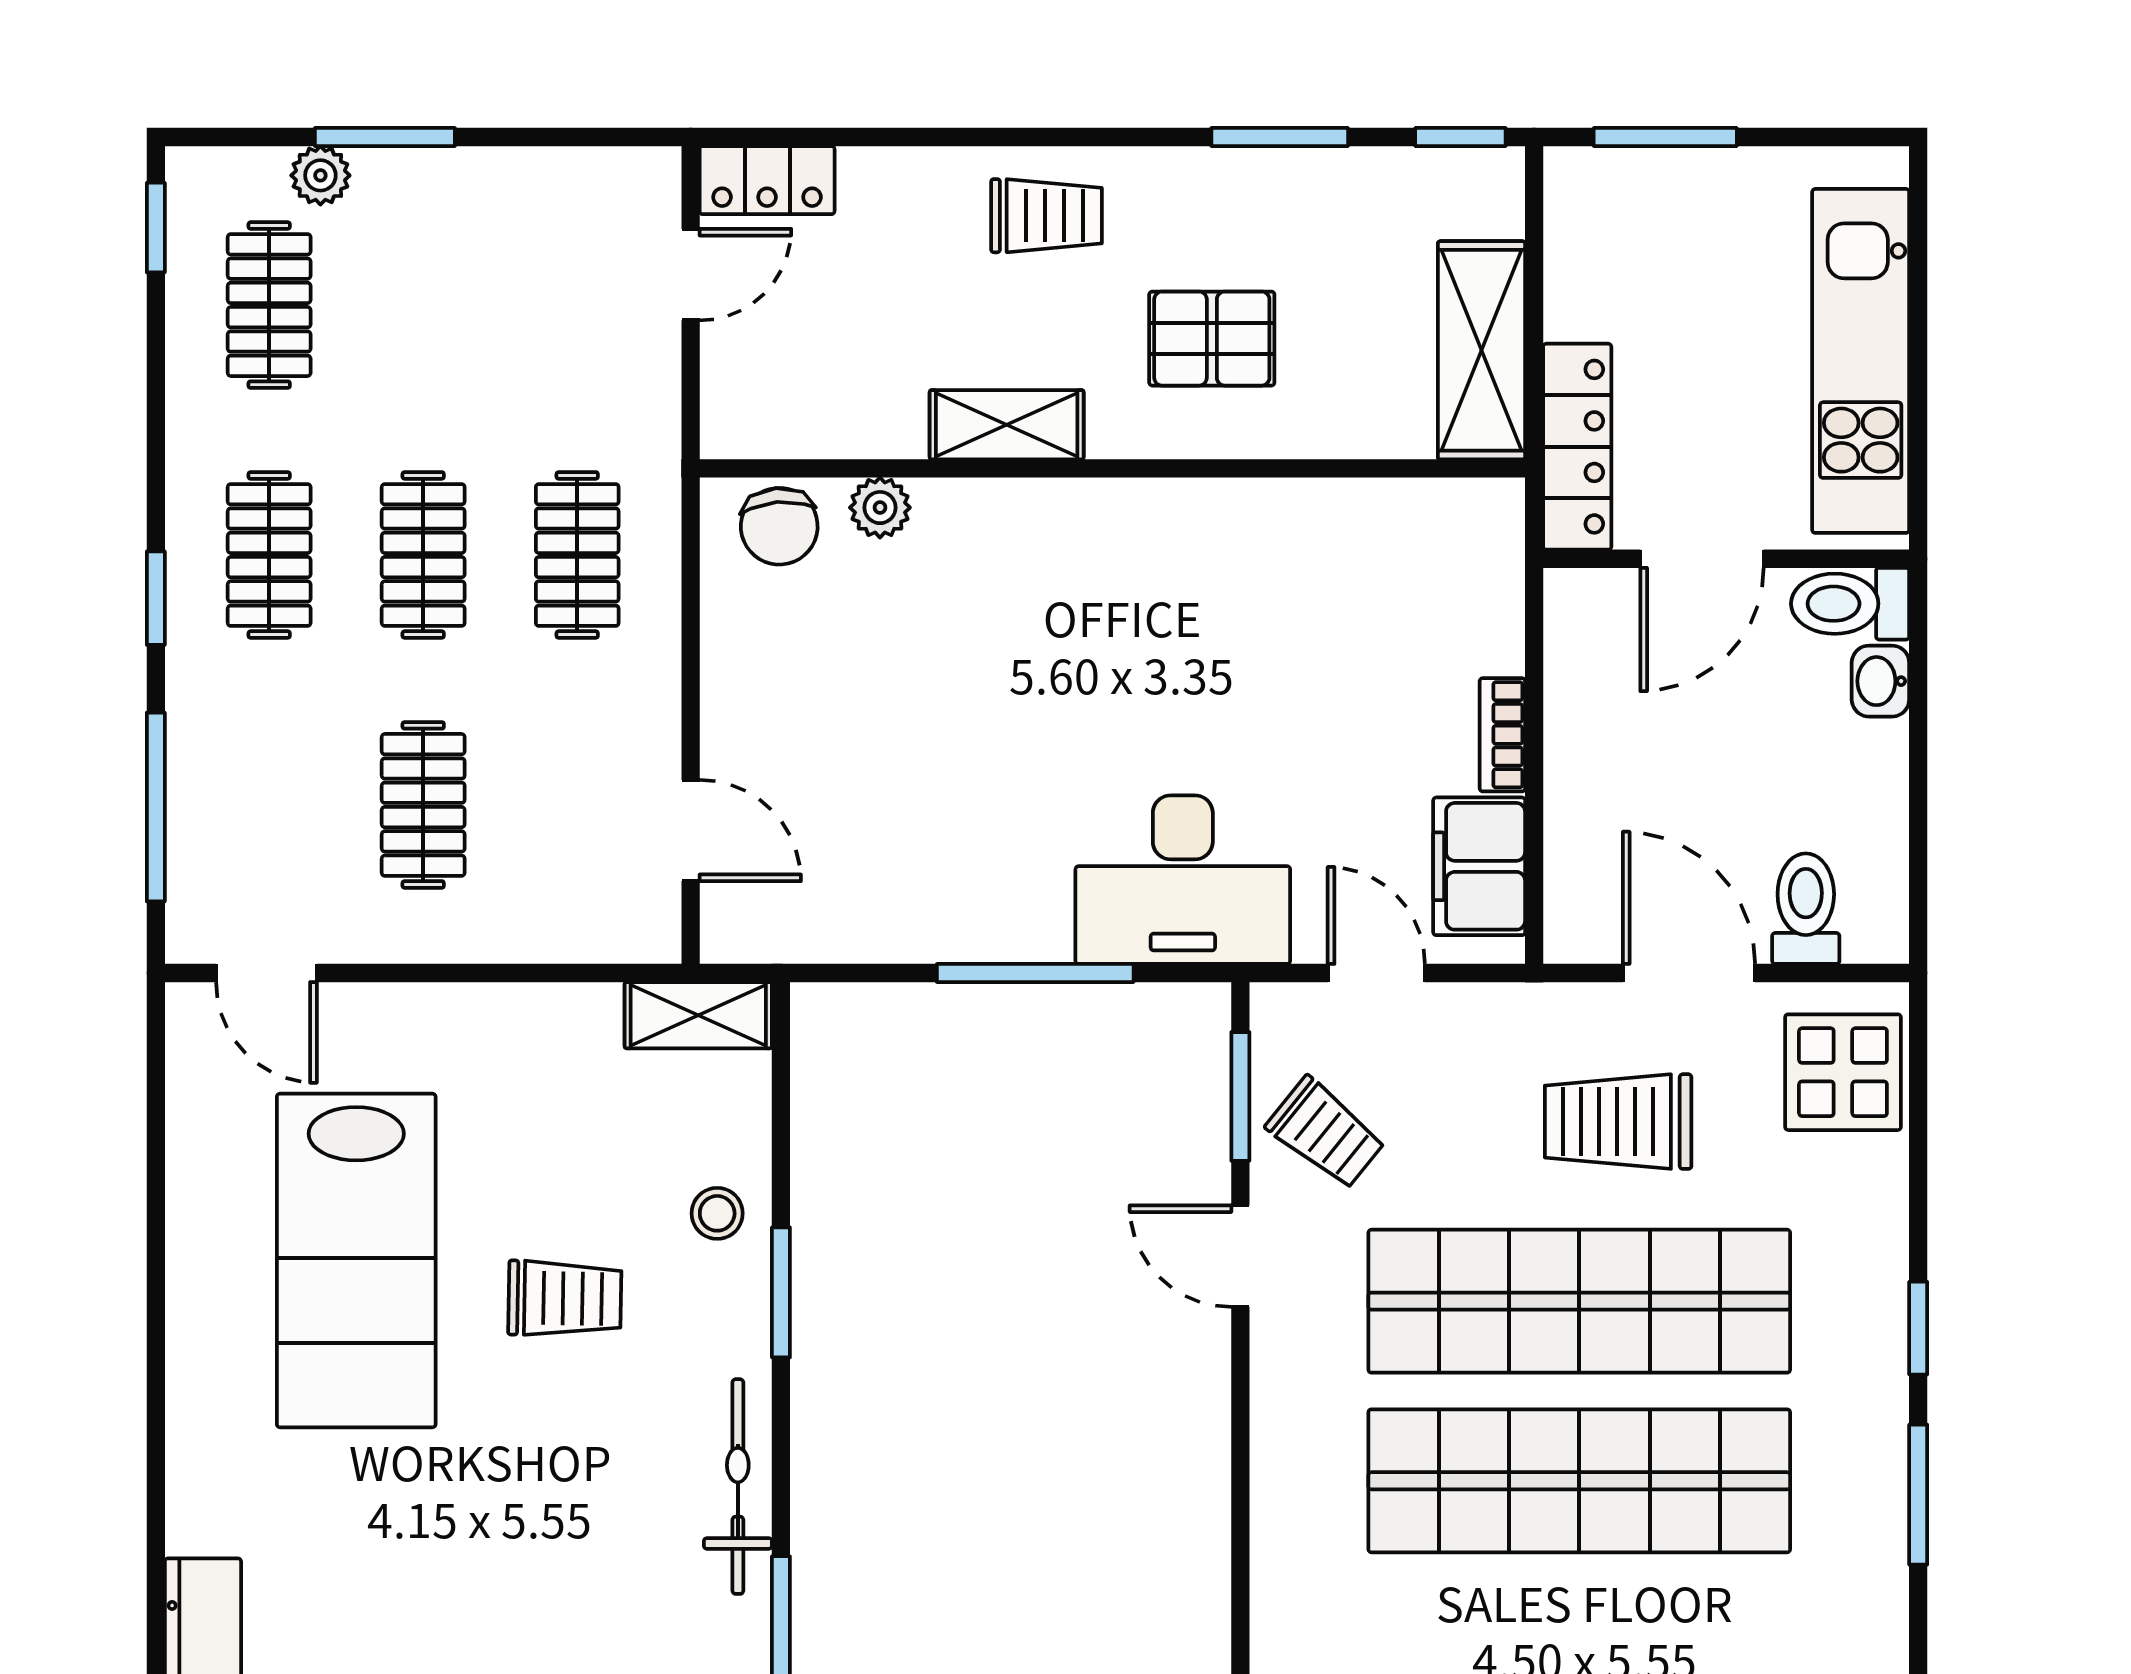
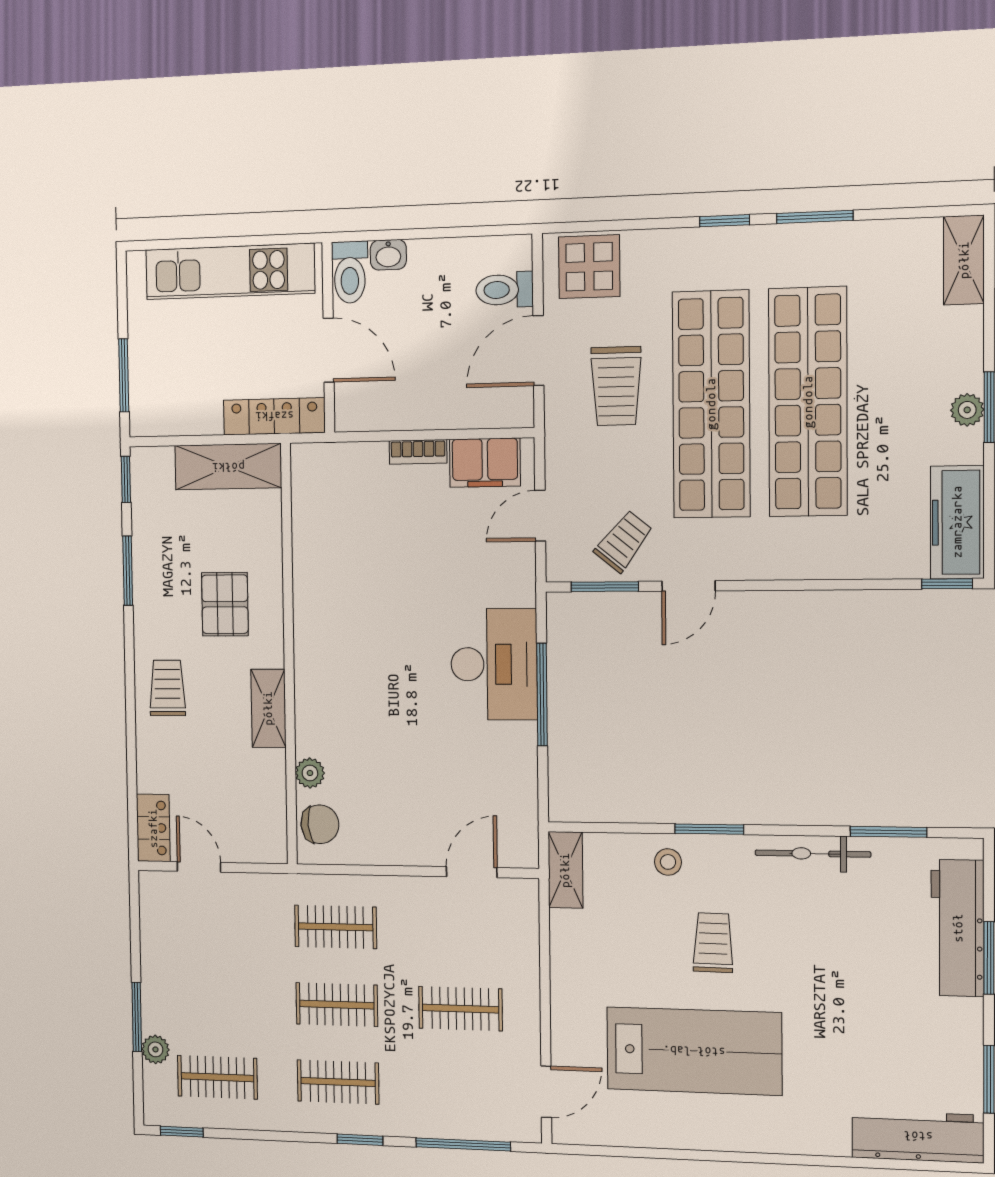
desk: (1183, 880) -> (494, 664), moved

